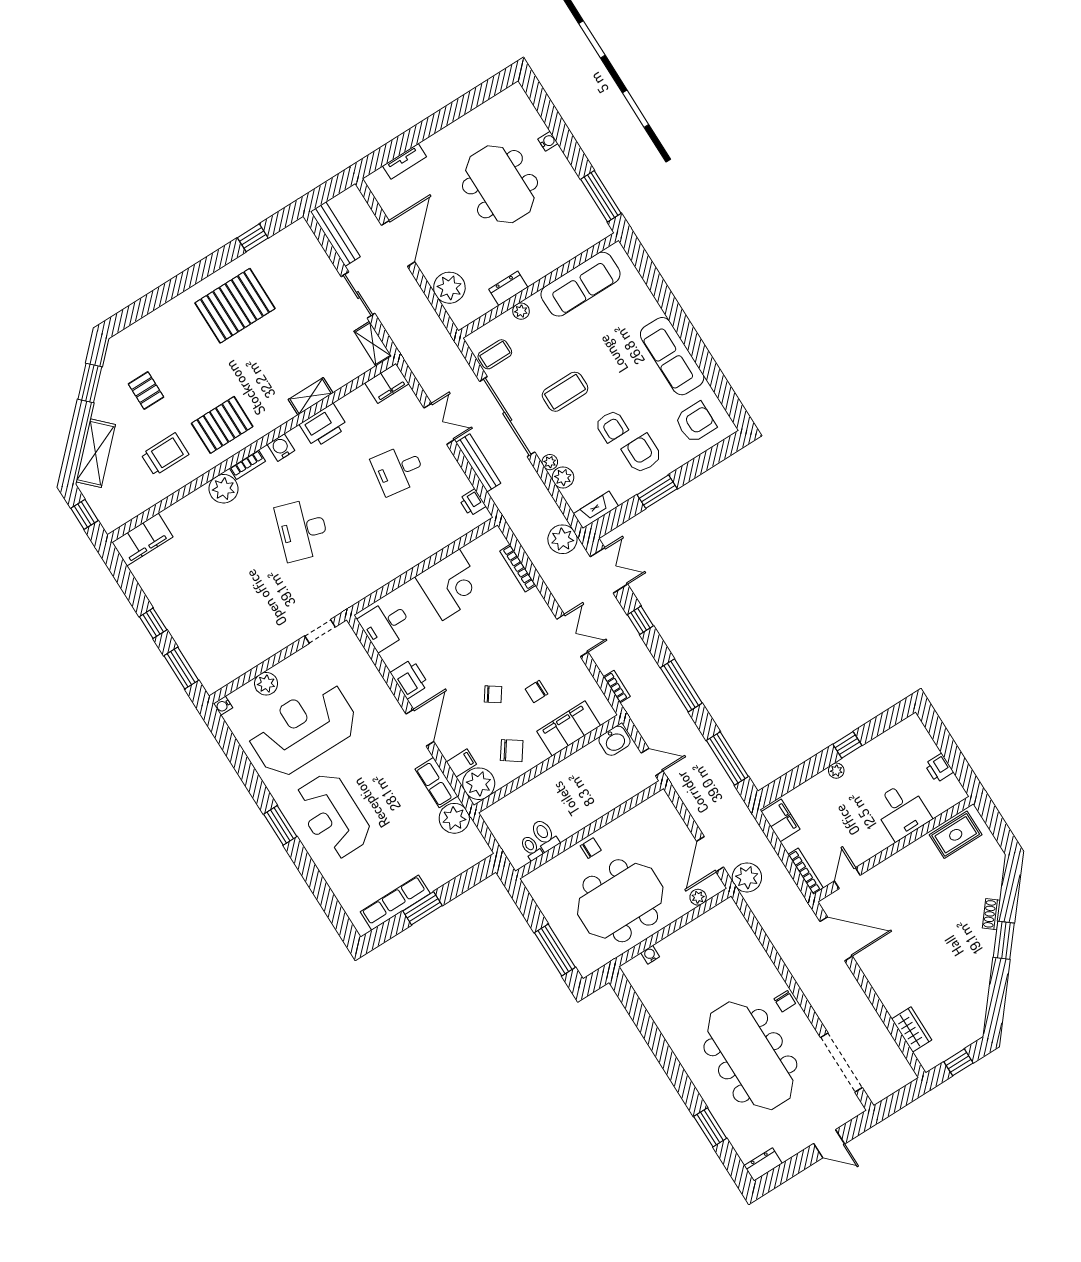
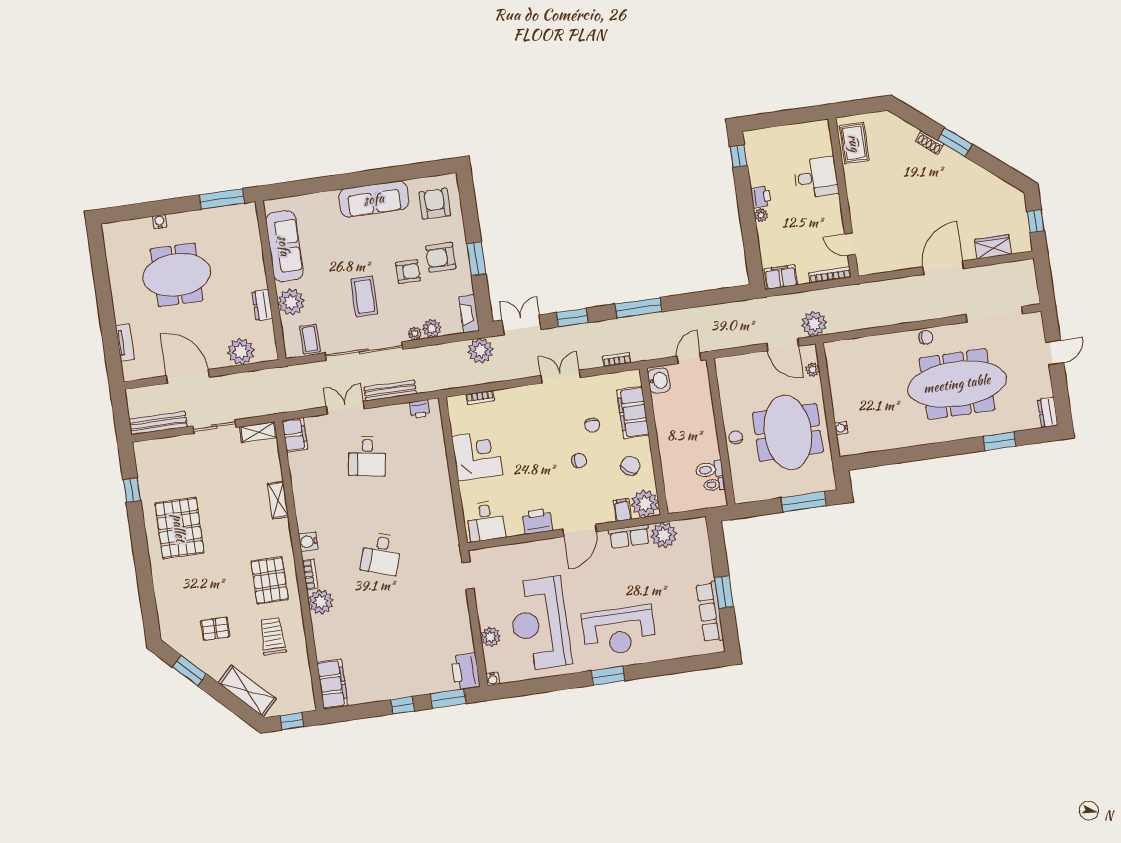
plant: (521, 311) -> (291, 302), width x1.87, depth x1.87
printer: (324, 426) -> (466, 671), moved, turned 180
desk: (302, 530) -> (381, 554), width x0.73
bookcase: (518, 568) -> (480, 397), width x0.64
window: (640, 620) -> (572, 317), width x1.50
chair: (493, 694) -> (579, 461), turned 55
door: (420, 728) -> (580, 530), swing flipped
window: (847, 745) -> (738, 156), moved
window: (727, 759) -> (713, 297), removed
printer: (939, 768) -> (761, 197), moved, turned -90
door: (836, 939) -> (943, 268), moved

